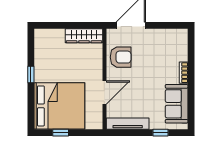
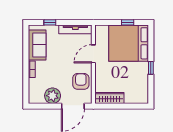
plant: (157, 39) -> (53, 96), added
armchair: (121, 57) -> (81, 81), turned 90

